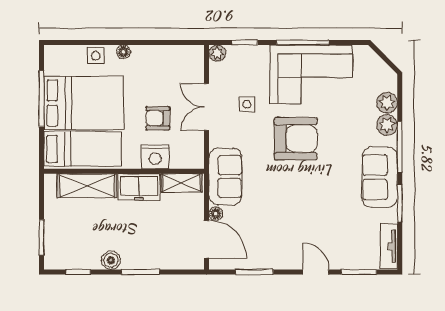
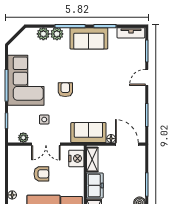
plant: (217, 53) -> (23, 138), moved
armchair: (158, 118) -> (41, 174), moved, turned -90
armchair: (296, 139) -> (65, 90), width x0.53, depth x0.53
nightstand: (155, 157) -> (76, 158), moved
door: (207, 239) -> (127, 144), hinge flipped

